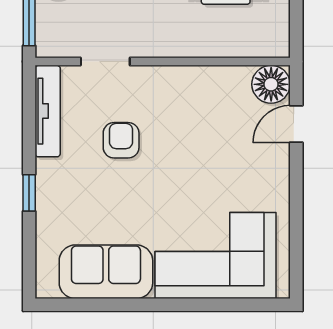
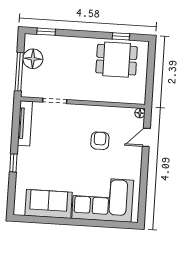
floor lamp: (271, 84) -> (140, 113), width x0.53, depth x0.53
armchair: (121, 140) -> (100, 141), moved

